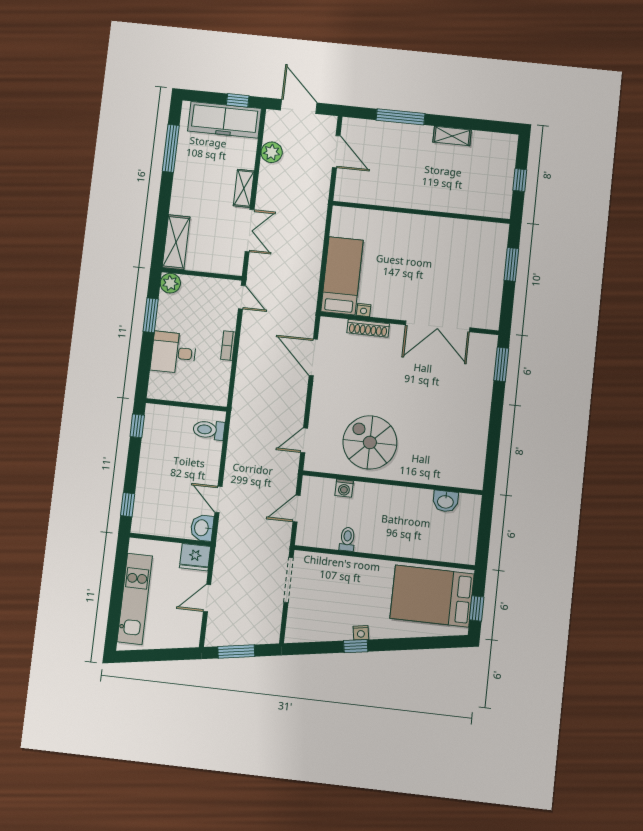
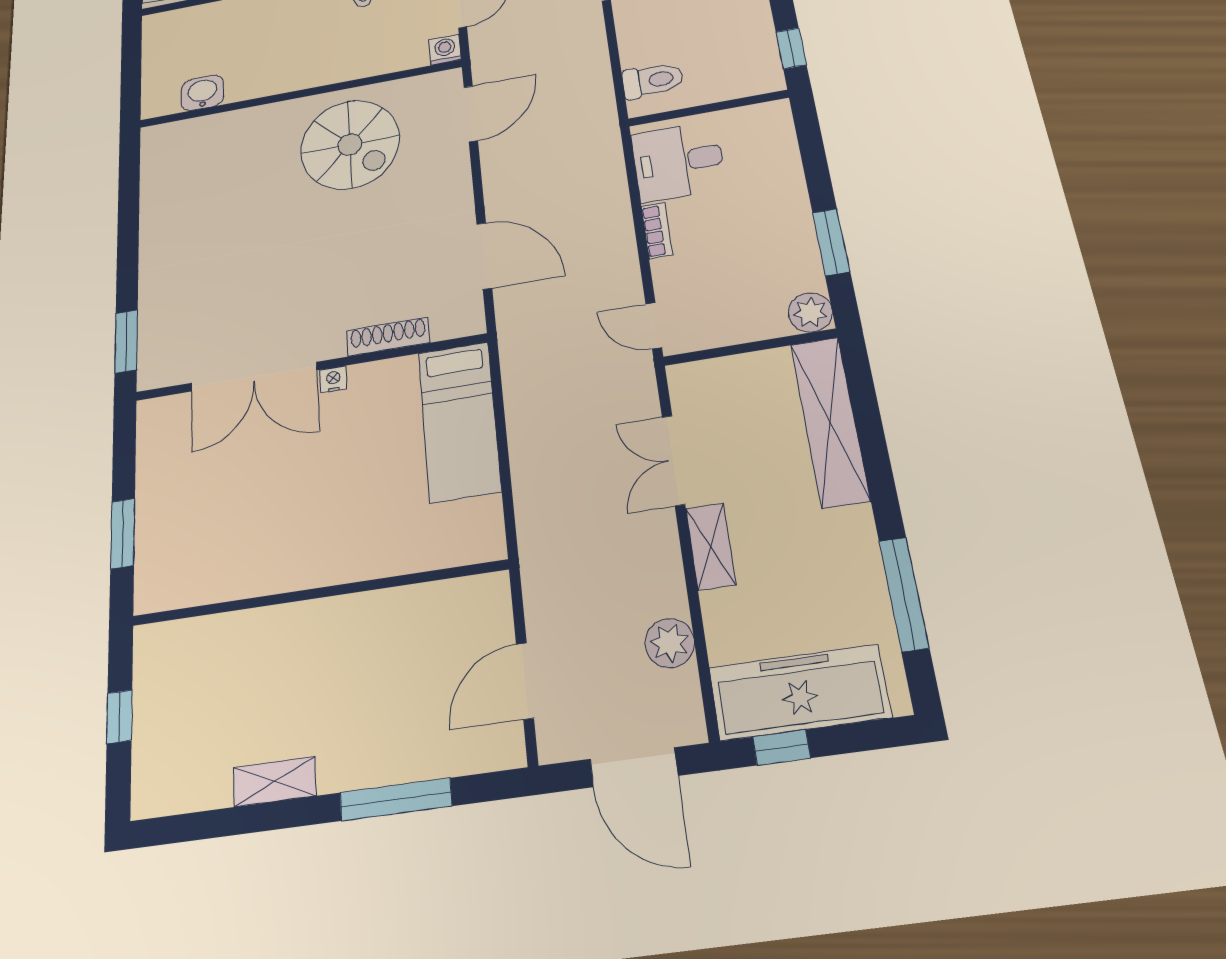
door: (336, 152) -> (525, 681), hinge flipped
shelving: (176, 242) -> (830, 421), width x1.47
nightstand: (364, 310) -> (333, 379), moved
double door: (438, 326) -> (254, 377), swing flipped
desk: (173, 353) -> (678, 161), moved, turned 180
door: (304, 440) -> (471, 114), width x1.38
washing machine: (344, 488) -> (445, 50), moved

